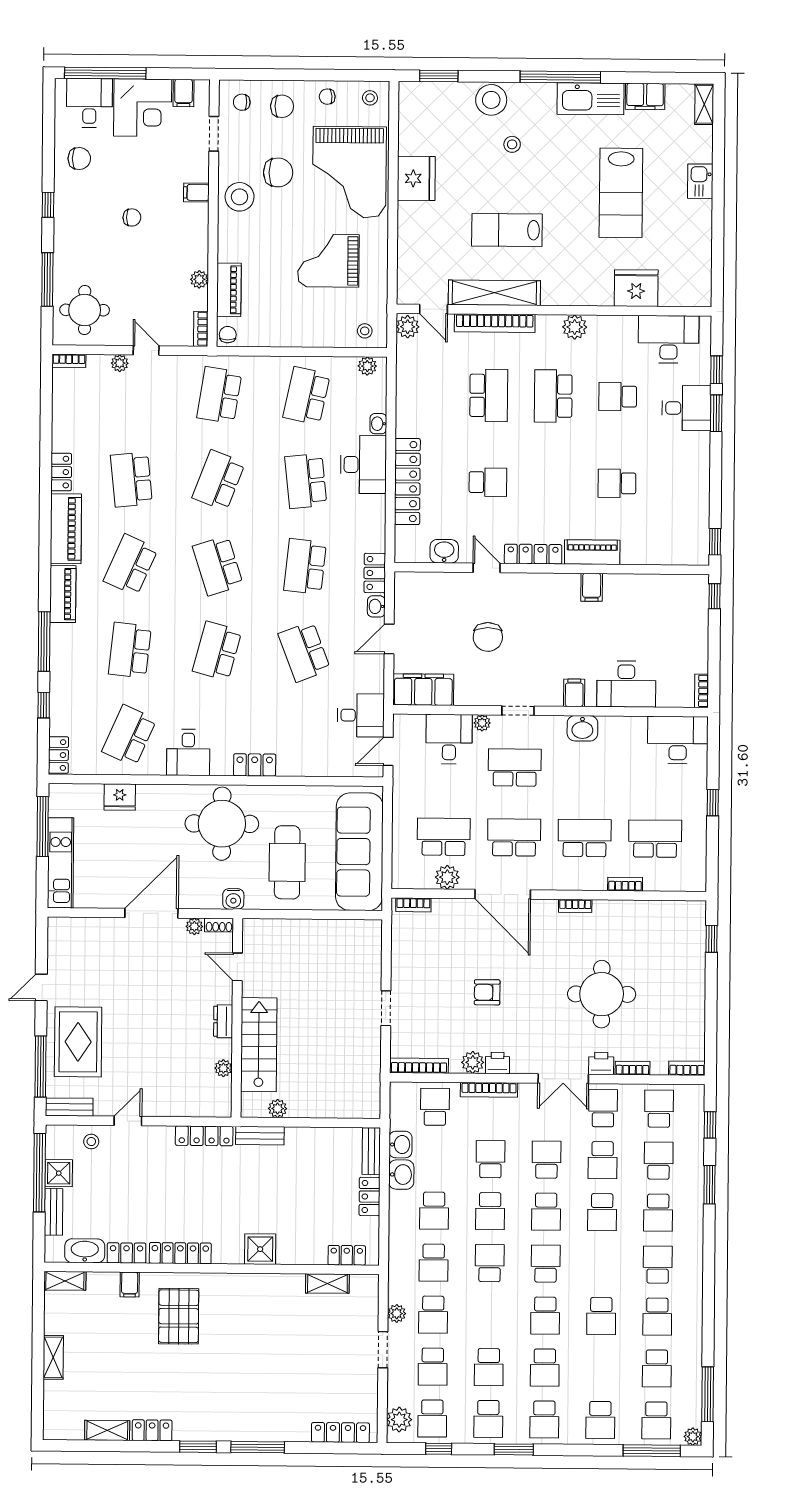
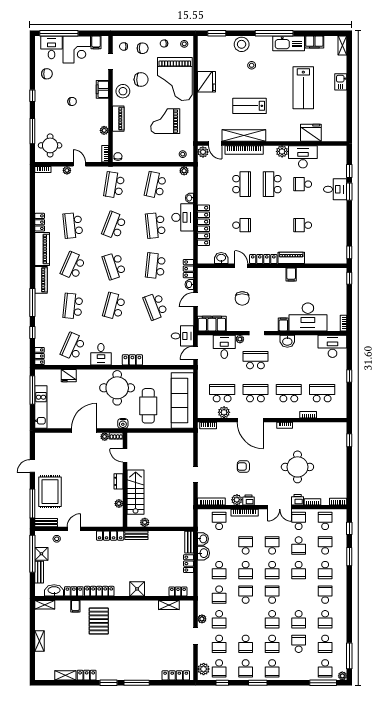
filing cabinet: (196, 192) -> (102, 89), width x2.00
piano: (229, 290) -> (118, 119), moved
desk: (669, 339) -> (303, 157), moved
desk: (626, 684) -> (308, 317), width x1.36, depth x1.30
school desk: (600, 1420) -> (299, 644), moved, turned 180

